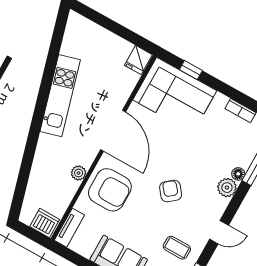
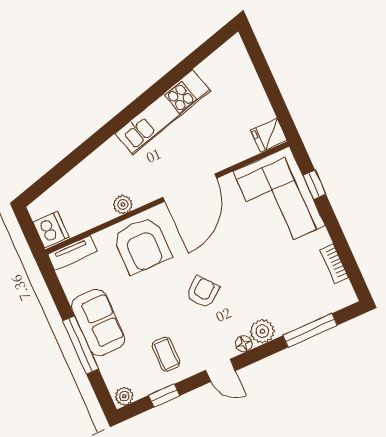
floor lamp: (238, 174) -> (244, 344), moved

